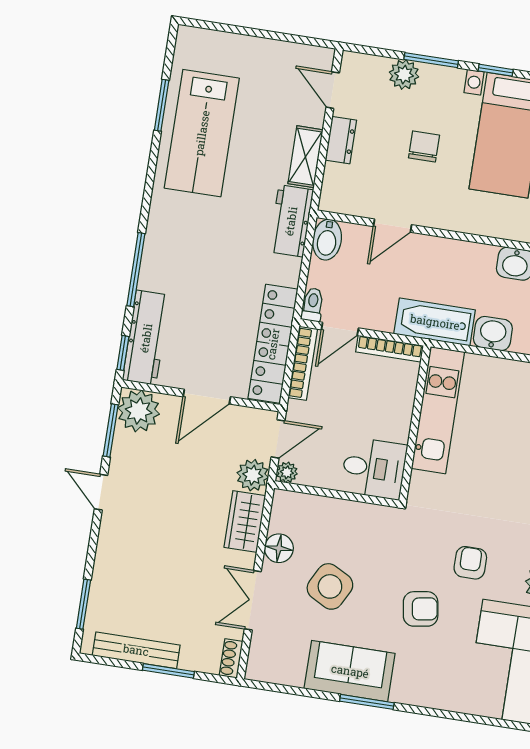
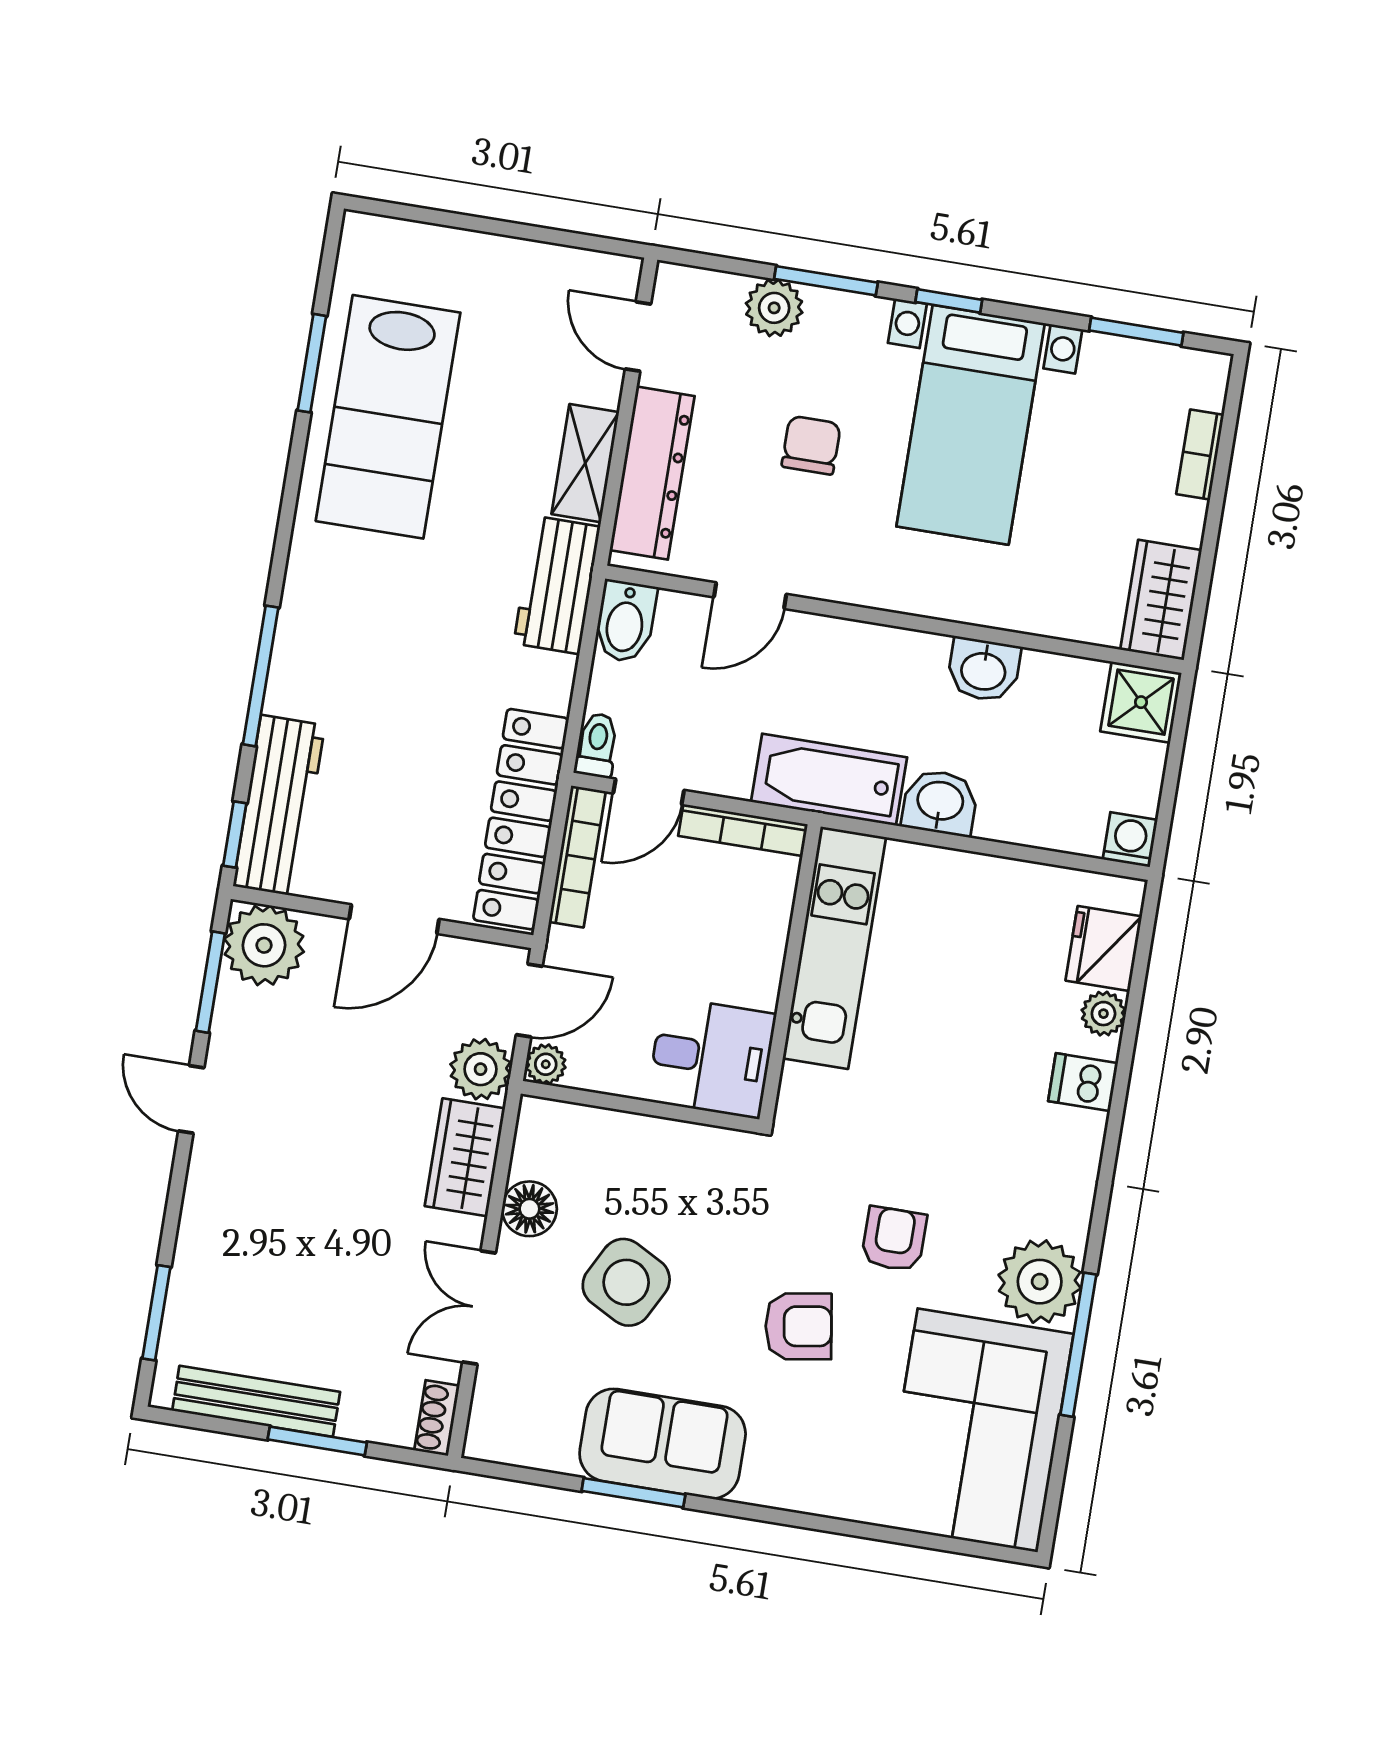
dresser: (341, 140) -> (652, 473), width x1.96, depth x1.24
window: (367, 702) -> (633, 1493), moved

